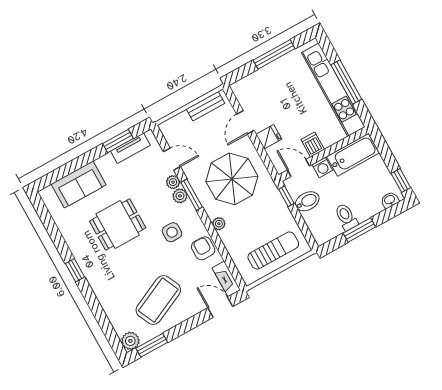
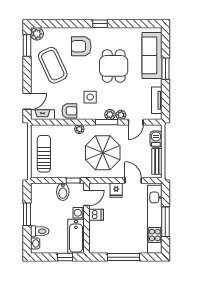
kitchen unit: (333, 90) -> (155, 219), moved, turned -90
barbecue: (179, 123) -> (156, 139), added
window: (118, 141) -> (165, 69), moved
window: (401, 181) -> (65, 257), moved
sofa: (79, 184) -> (152, 55), width x1.36
toilet: (346, 217) -> (40, 231), moved
sun lounger: (273, 250) -> (44, 154), turned 180
armchair: (116, 278) -> (81, 46), added

